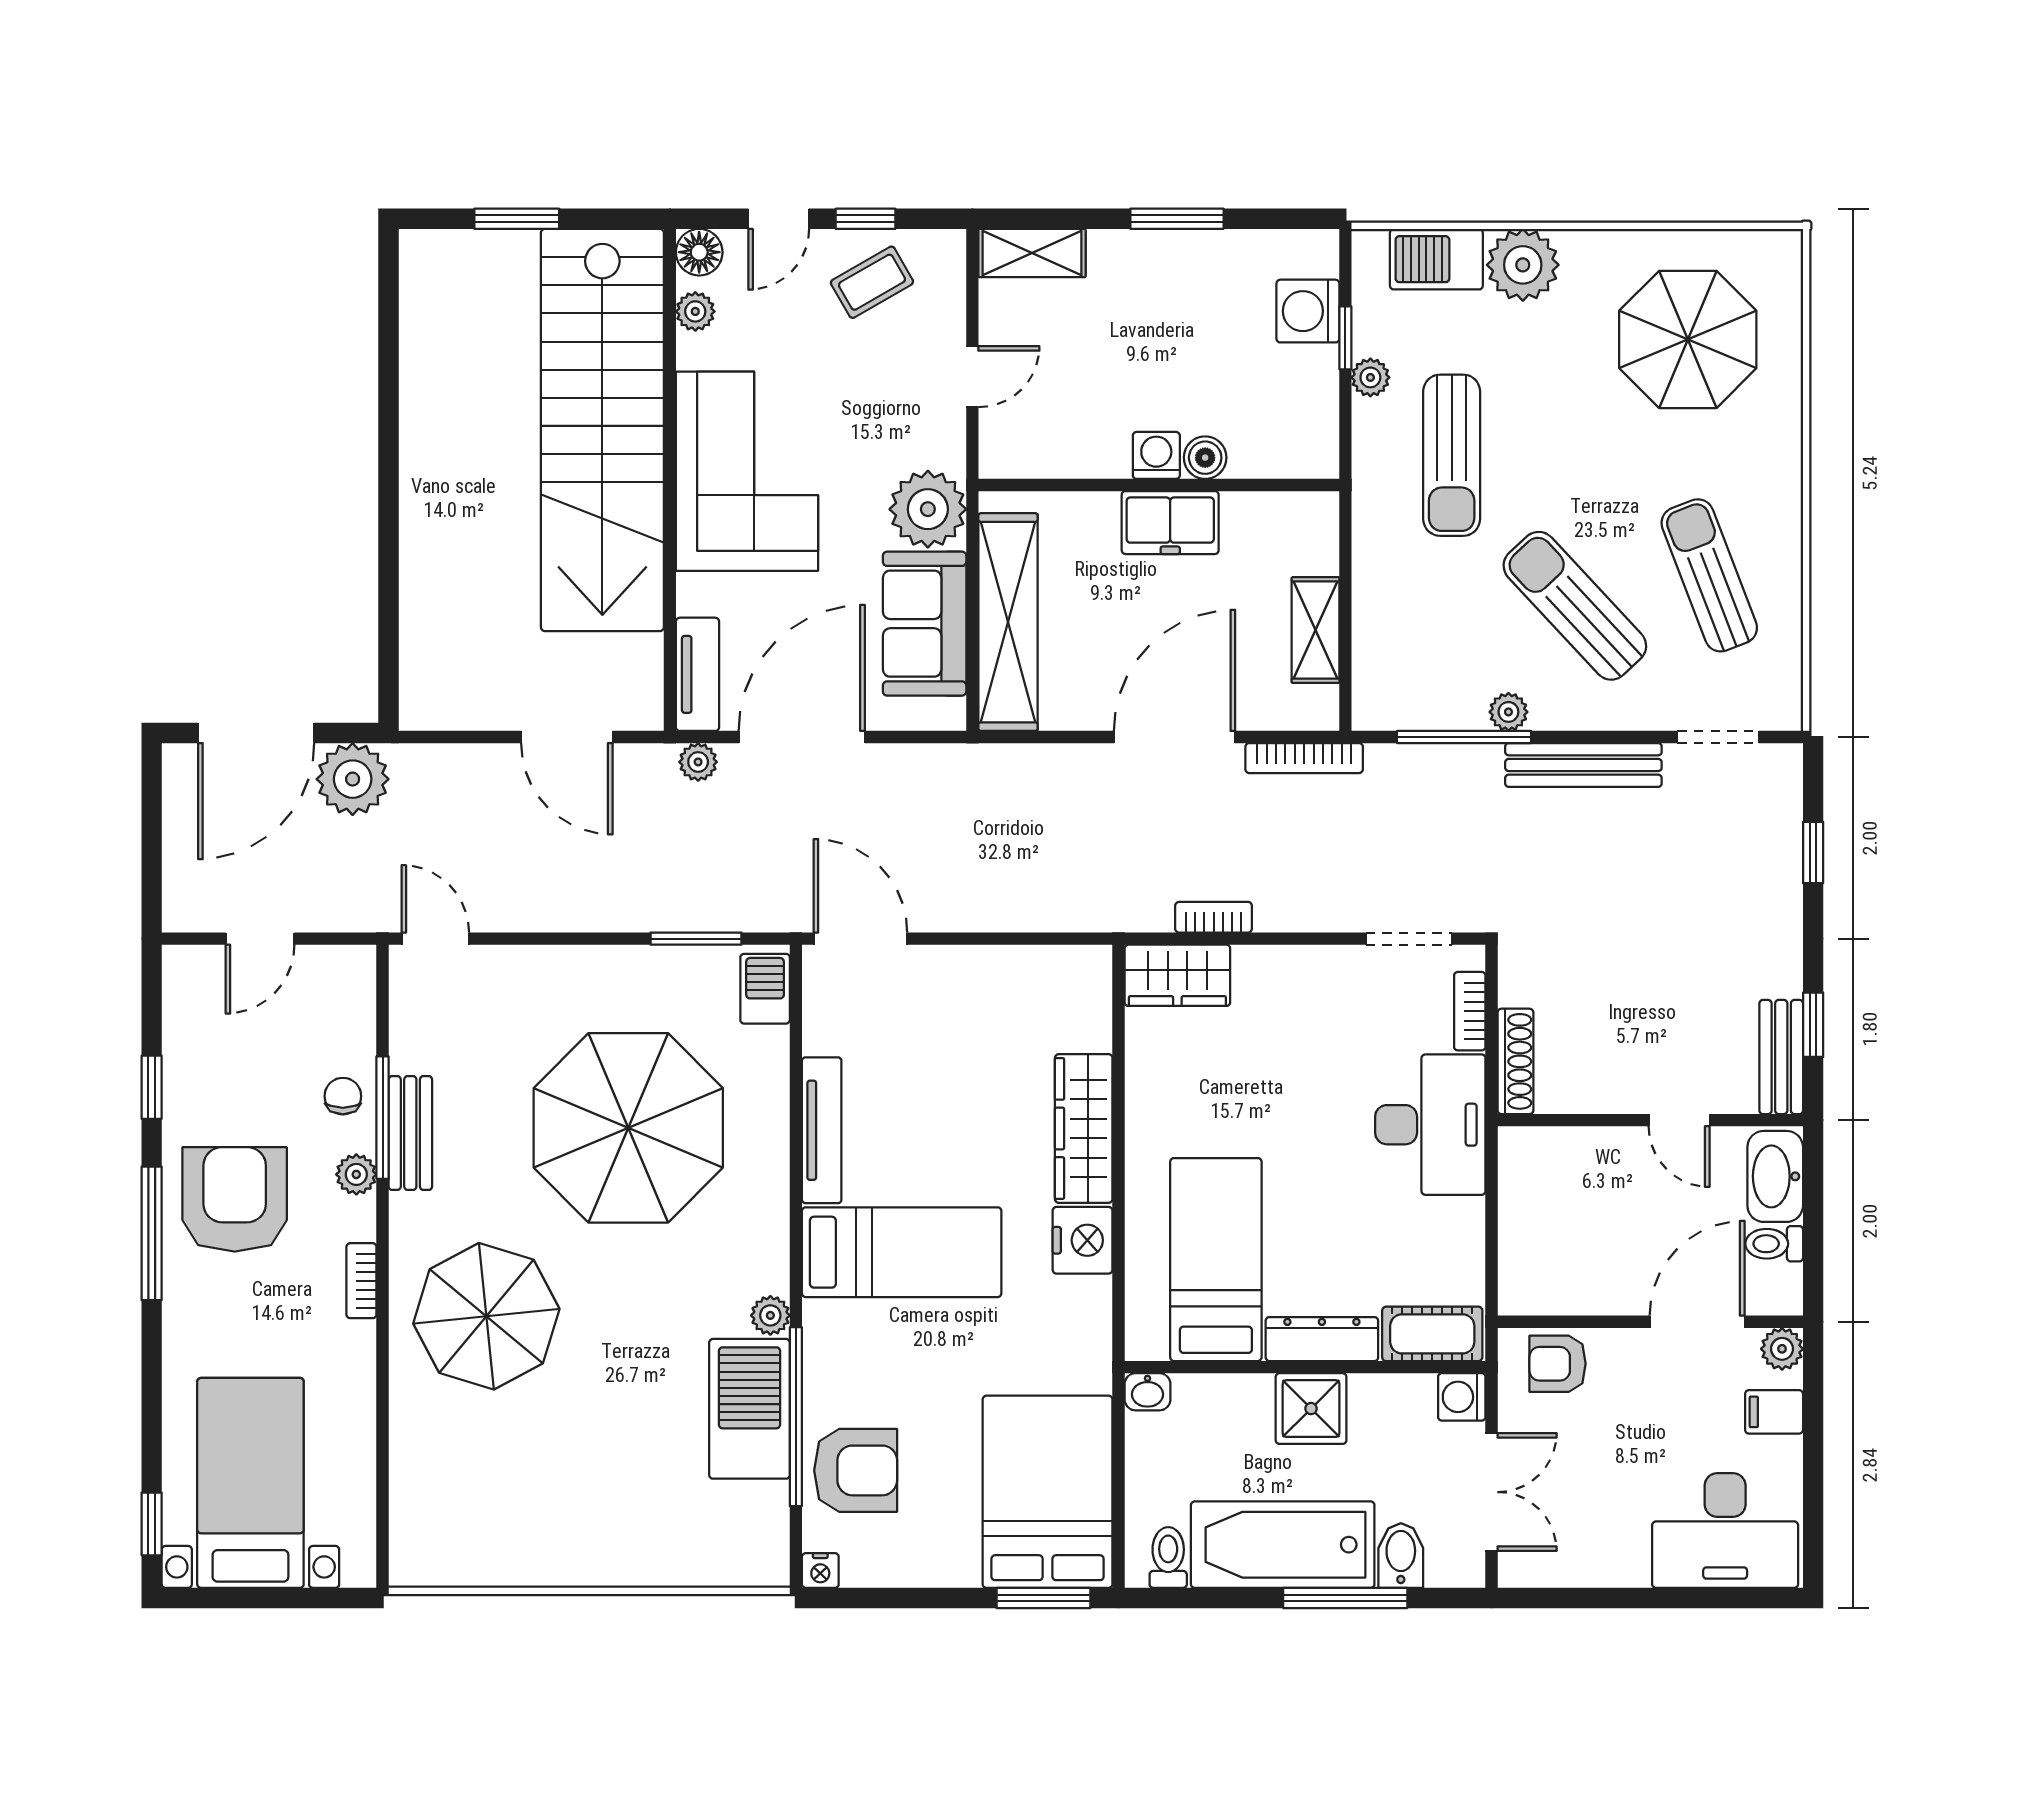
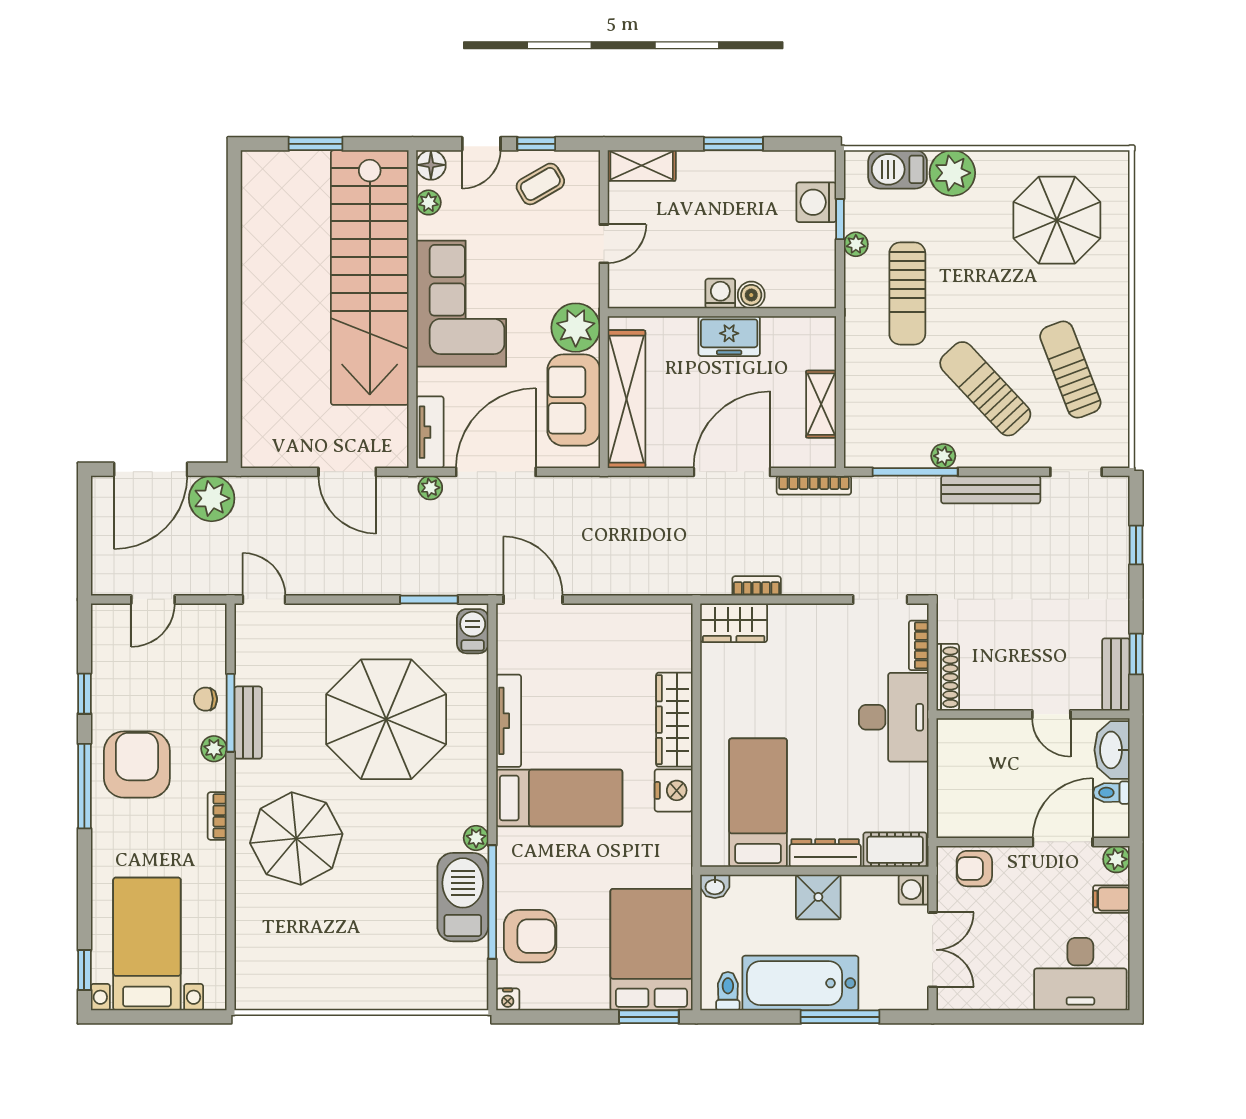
chair: (343, 1096) -> (205, 699), turned -90
bidet: (1401, 1556) -> (875, 990), removed

